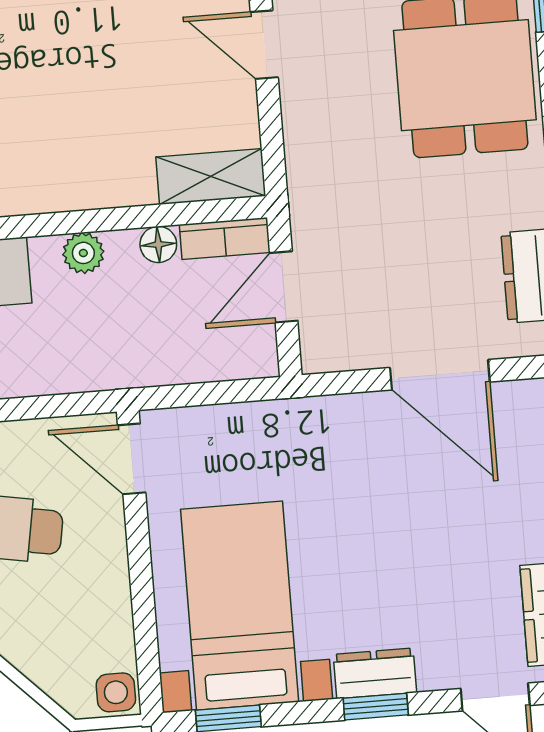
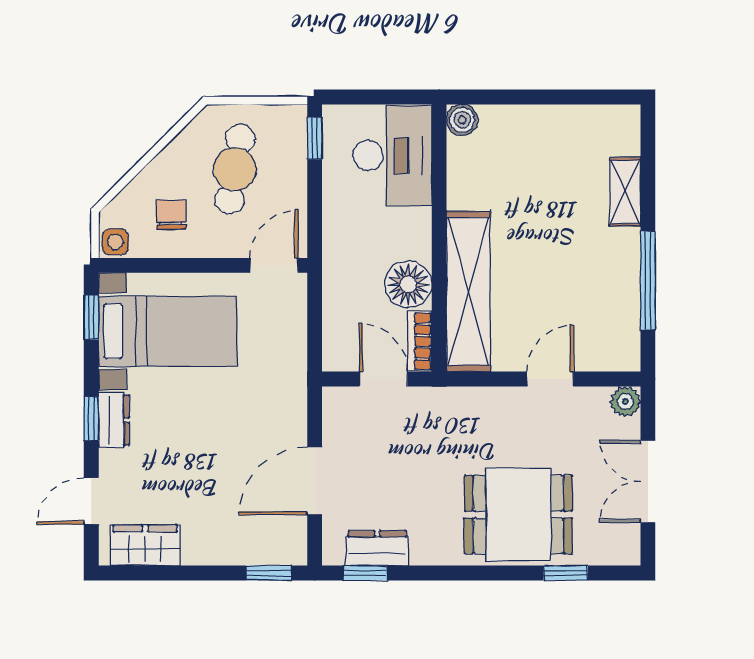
shelving: (211, 177) -> (468, 291), width x2.20, depth x1.33
floor lamp: (158, 244) -> (408, 284), width x1.89, depth x1.89
plant: (83, 253) -> (418, 244), removed
chair: (70, 614) -> (171, 215), added

